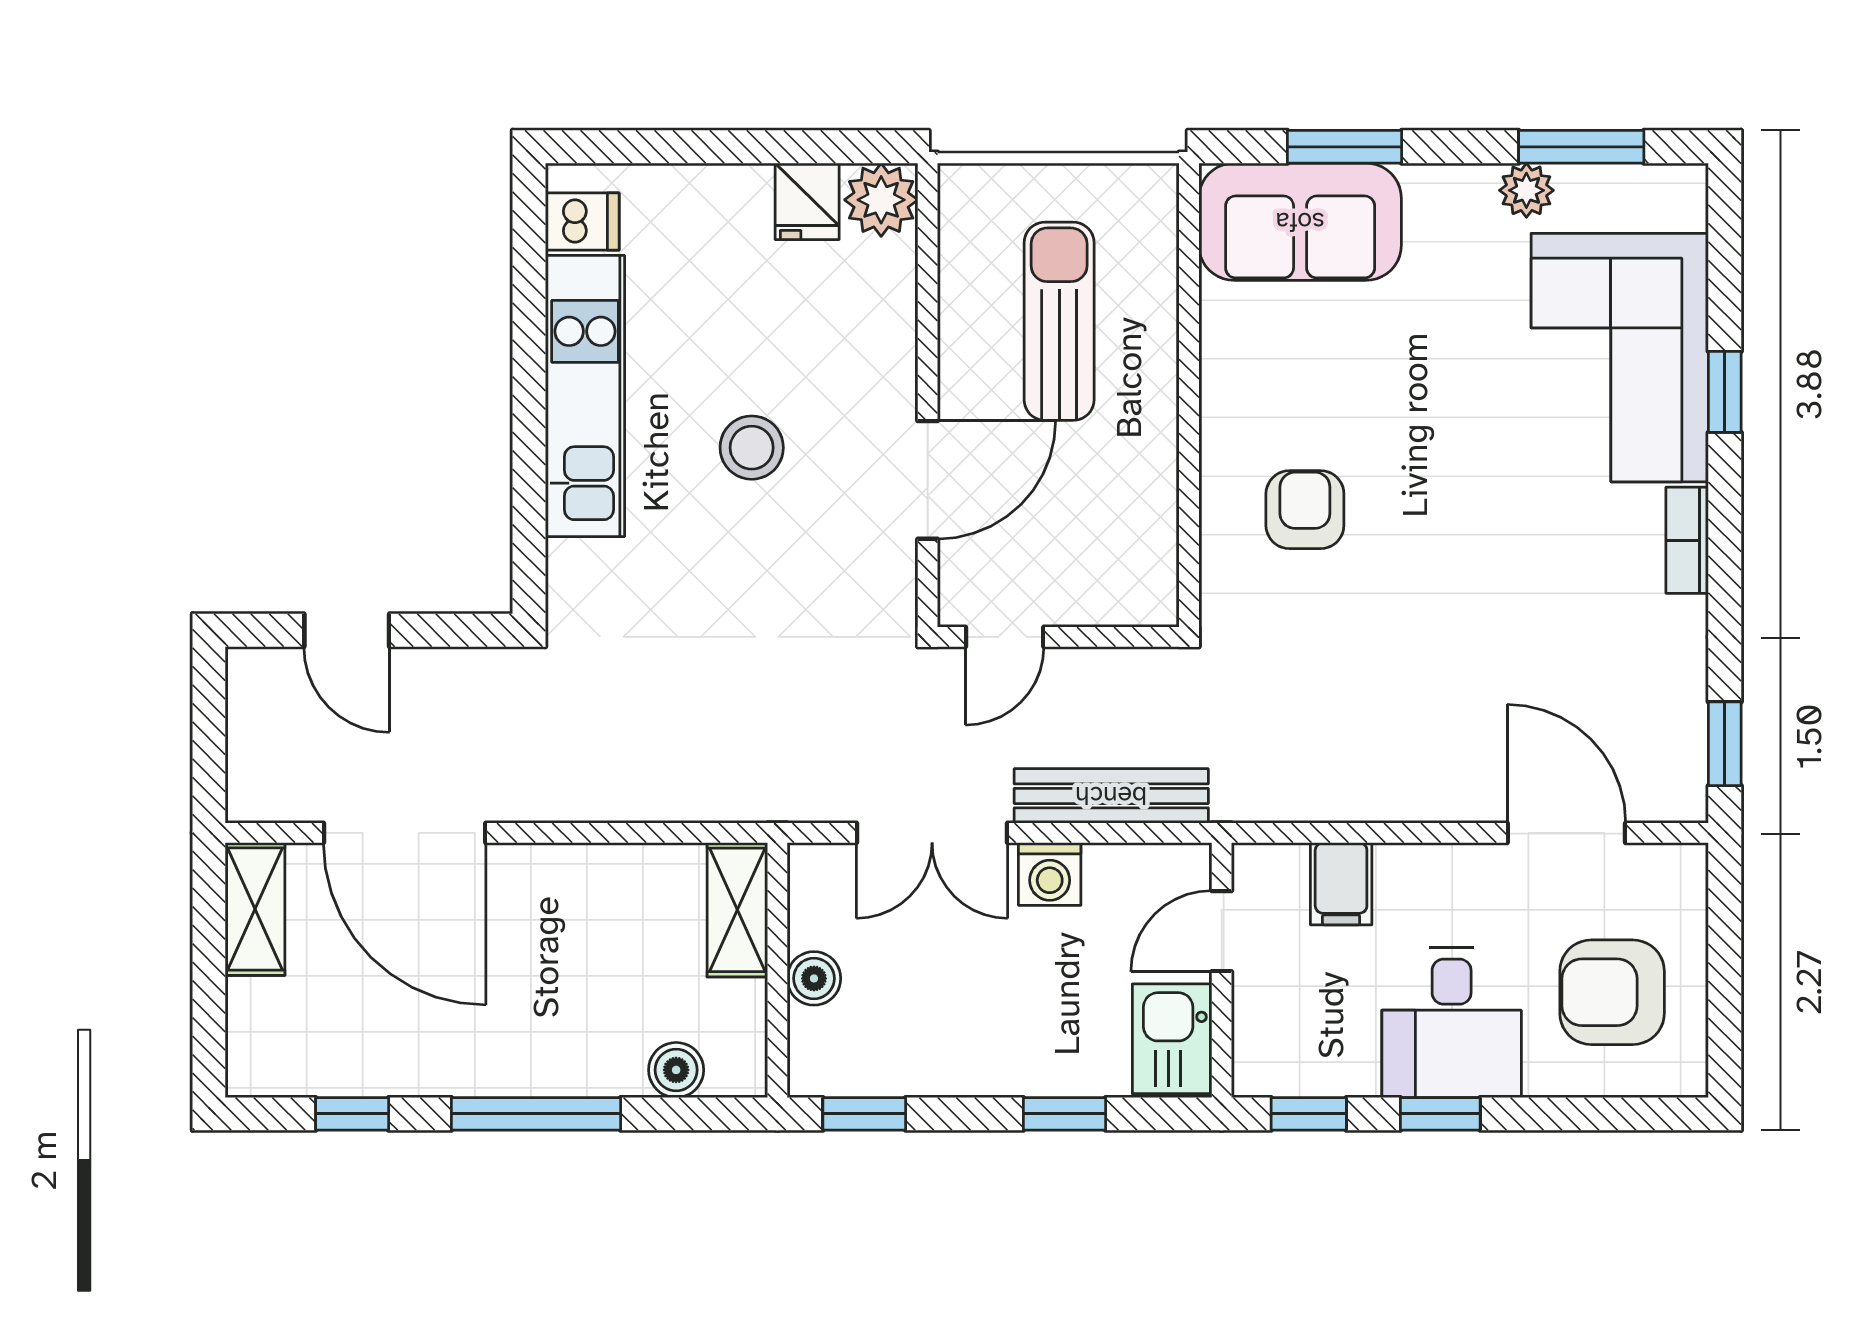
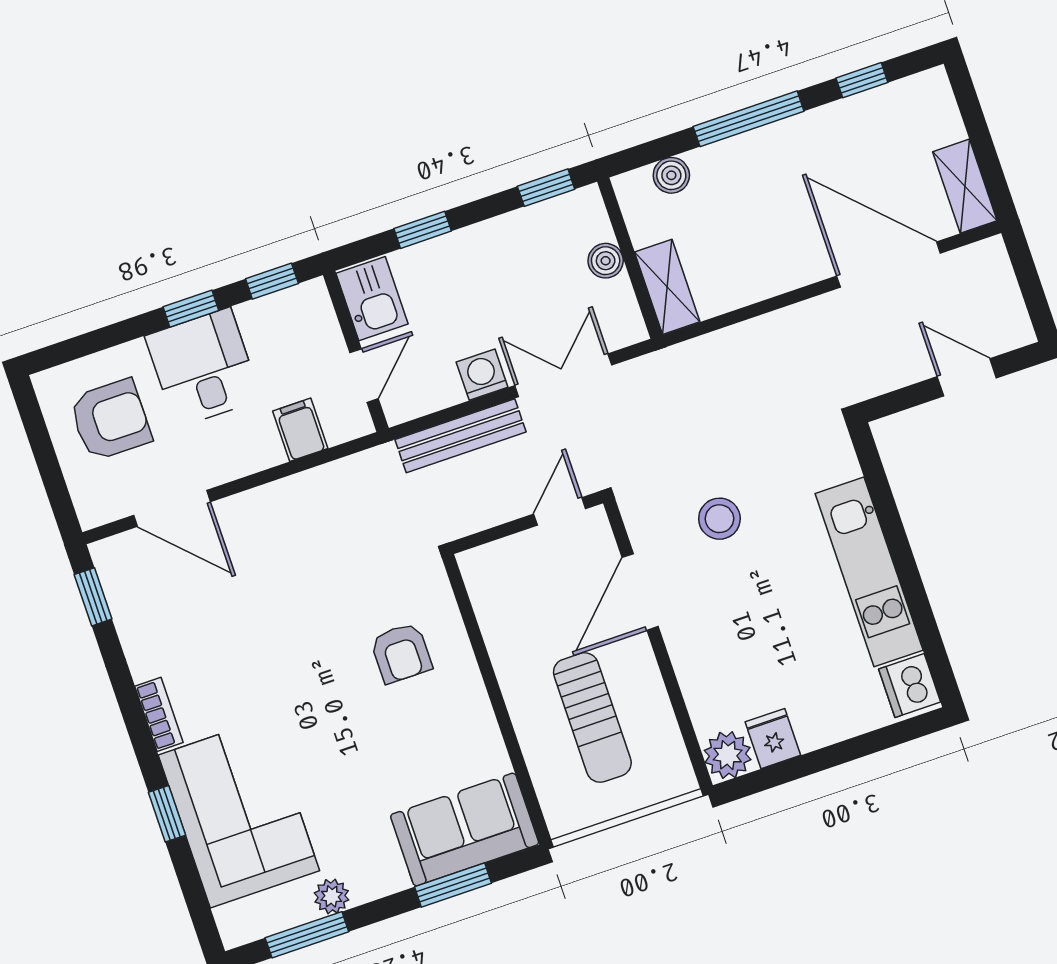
dishwasher: (582, 222) -> (910, 686), width x1.38
stool: (752, 448) -> (719, 519), moved

